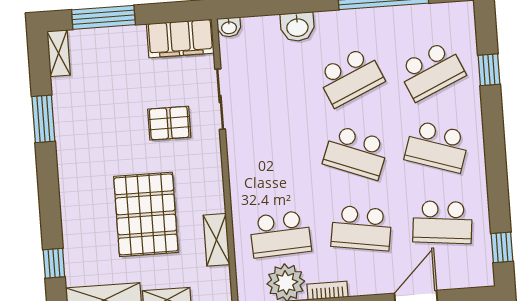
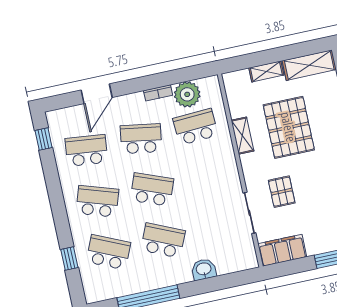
washbasin: (229, 27) -> (250, 263), removed
school desk: (431, 71) -> (108, 252), turned 48
school desk: (350, 77) -> (163, 240), turned 48
pallet: (169, 123) -> (282, 192), turned 90
shelving: (216, 240) -> (242, 136), moved

